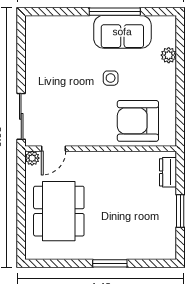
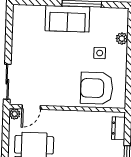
sofa: (122, 32) -> (67, 19), moved
side table: (111, 78) -> (100, 53), moved

